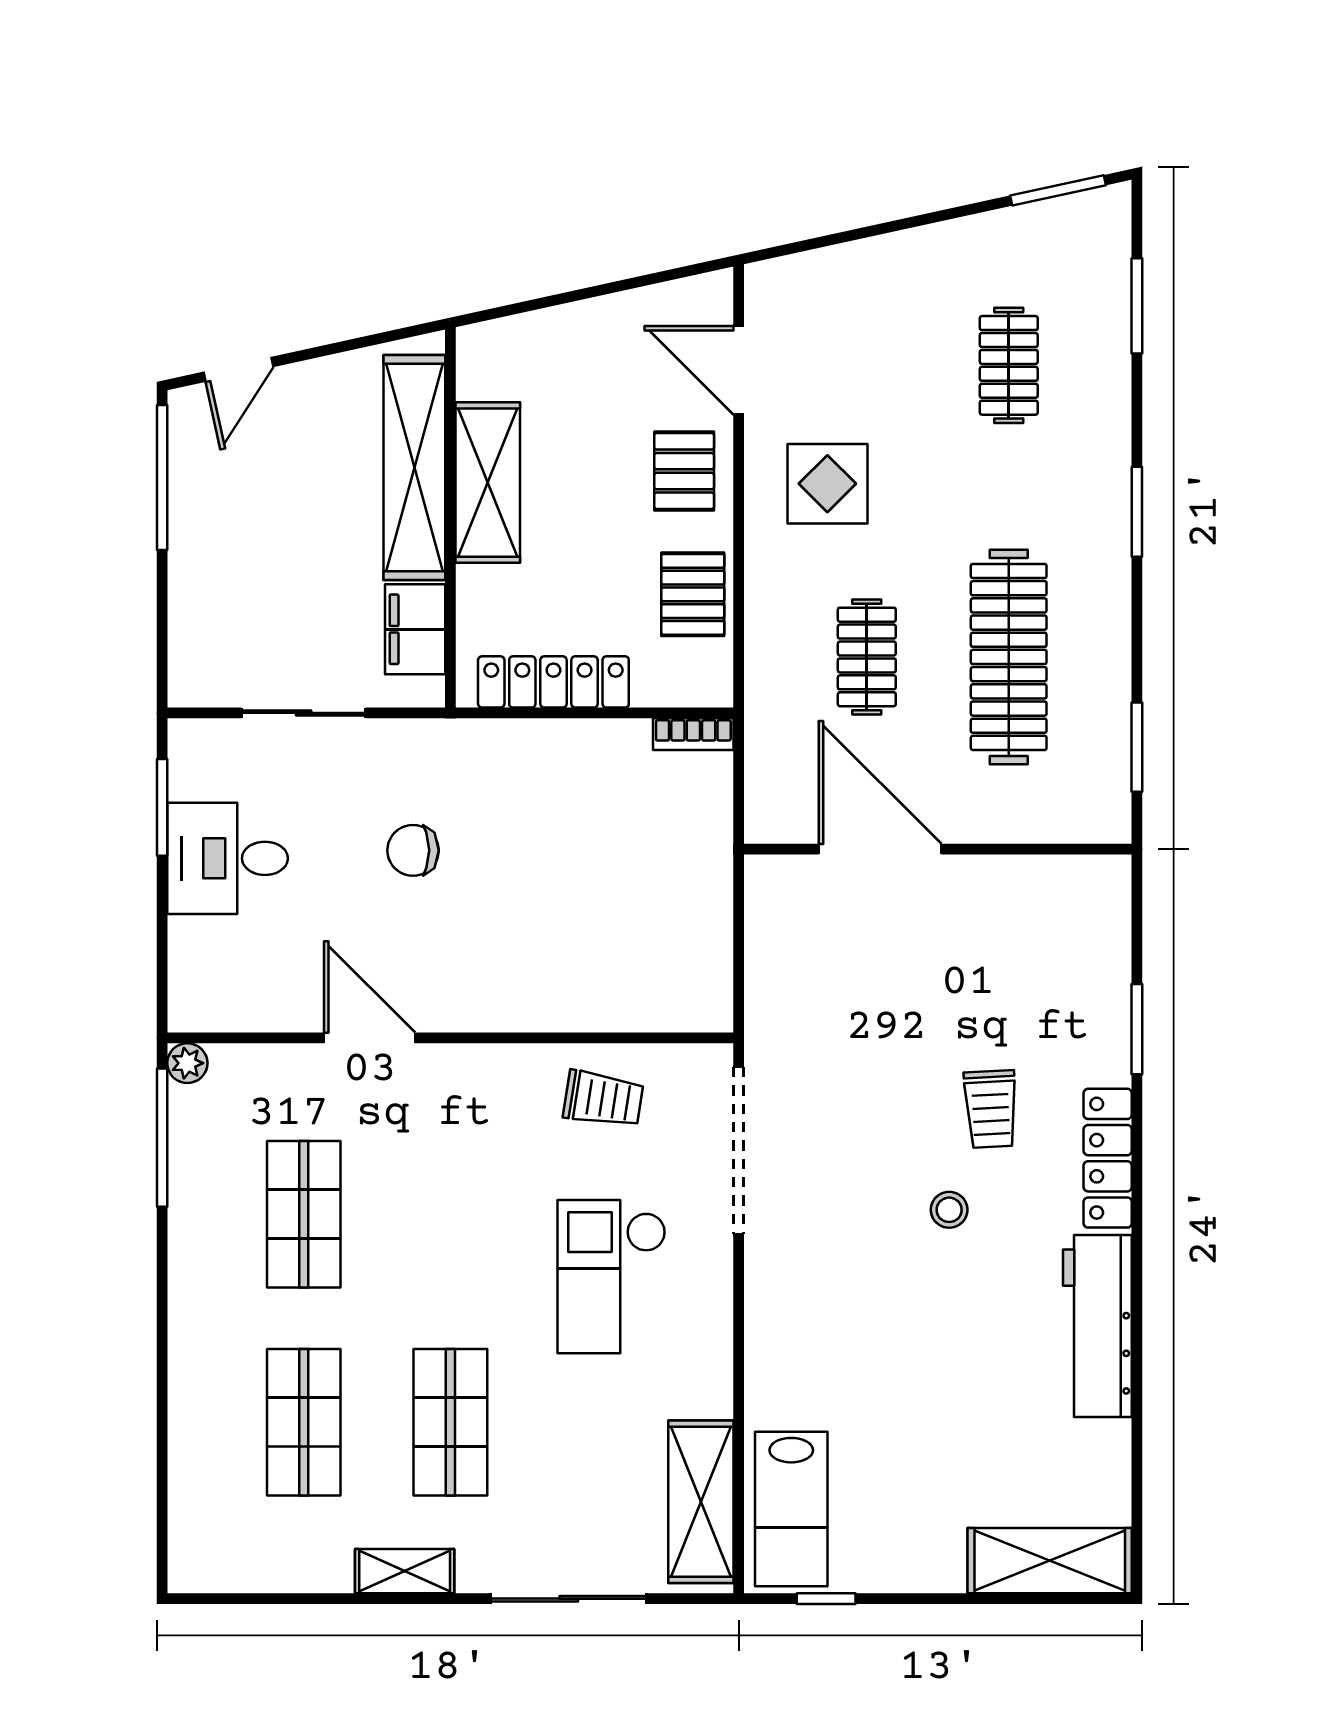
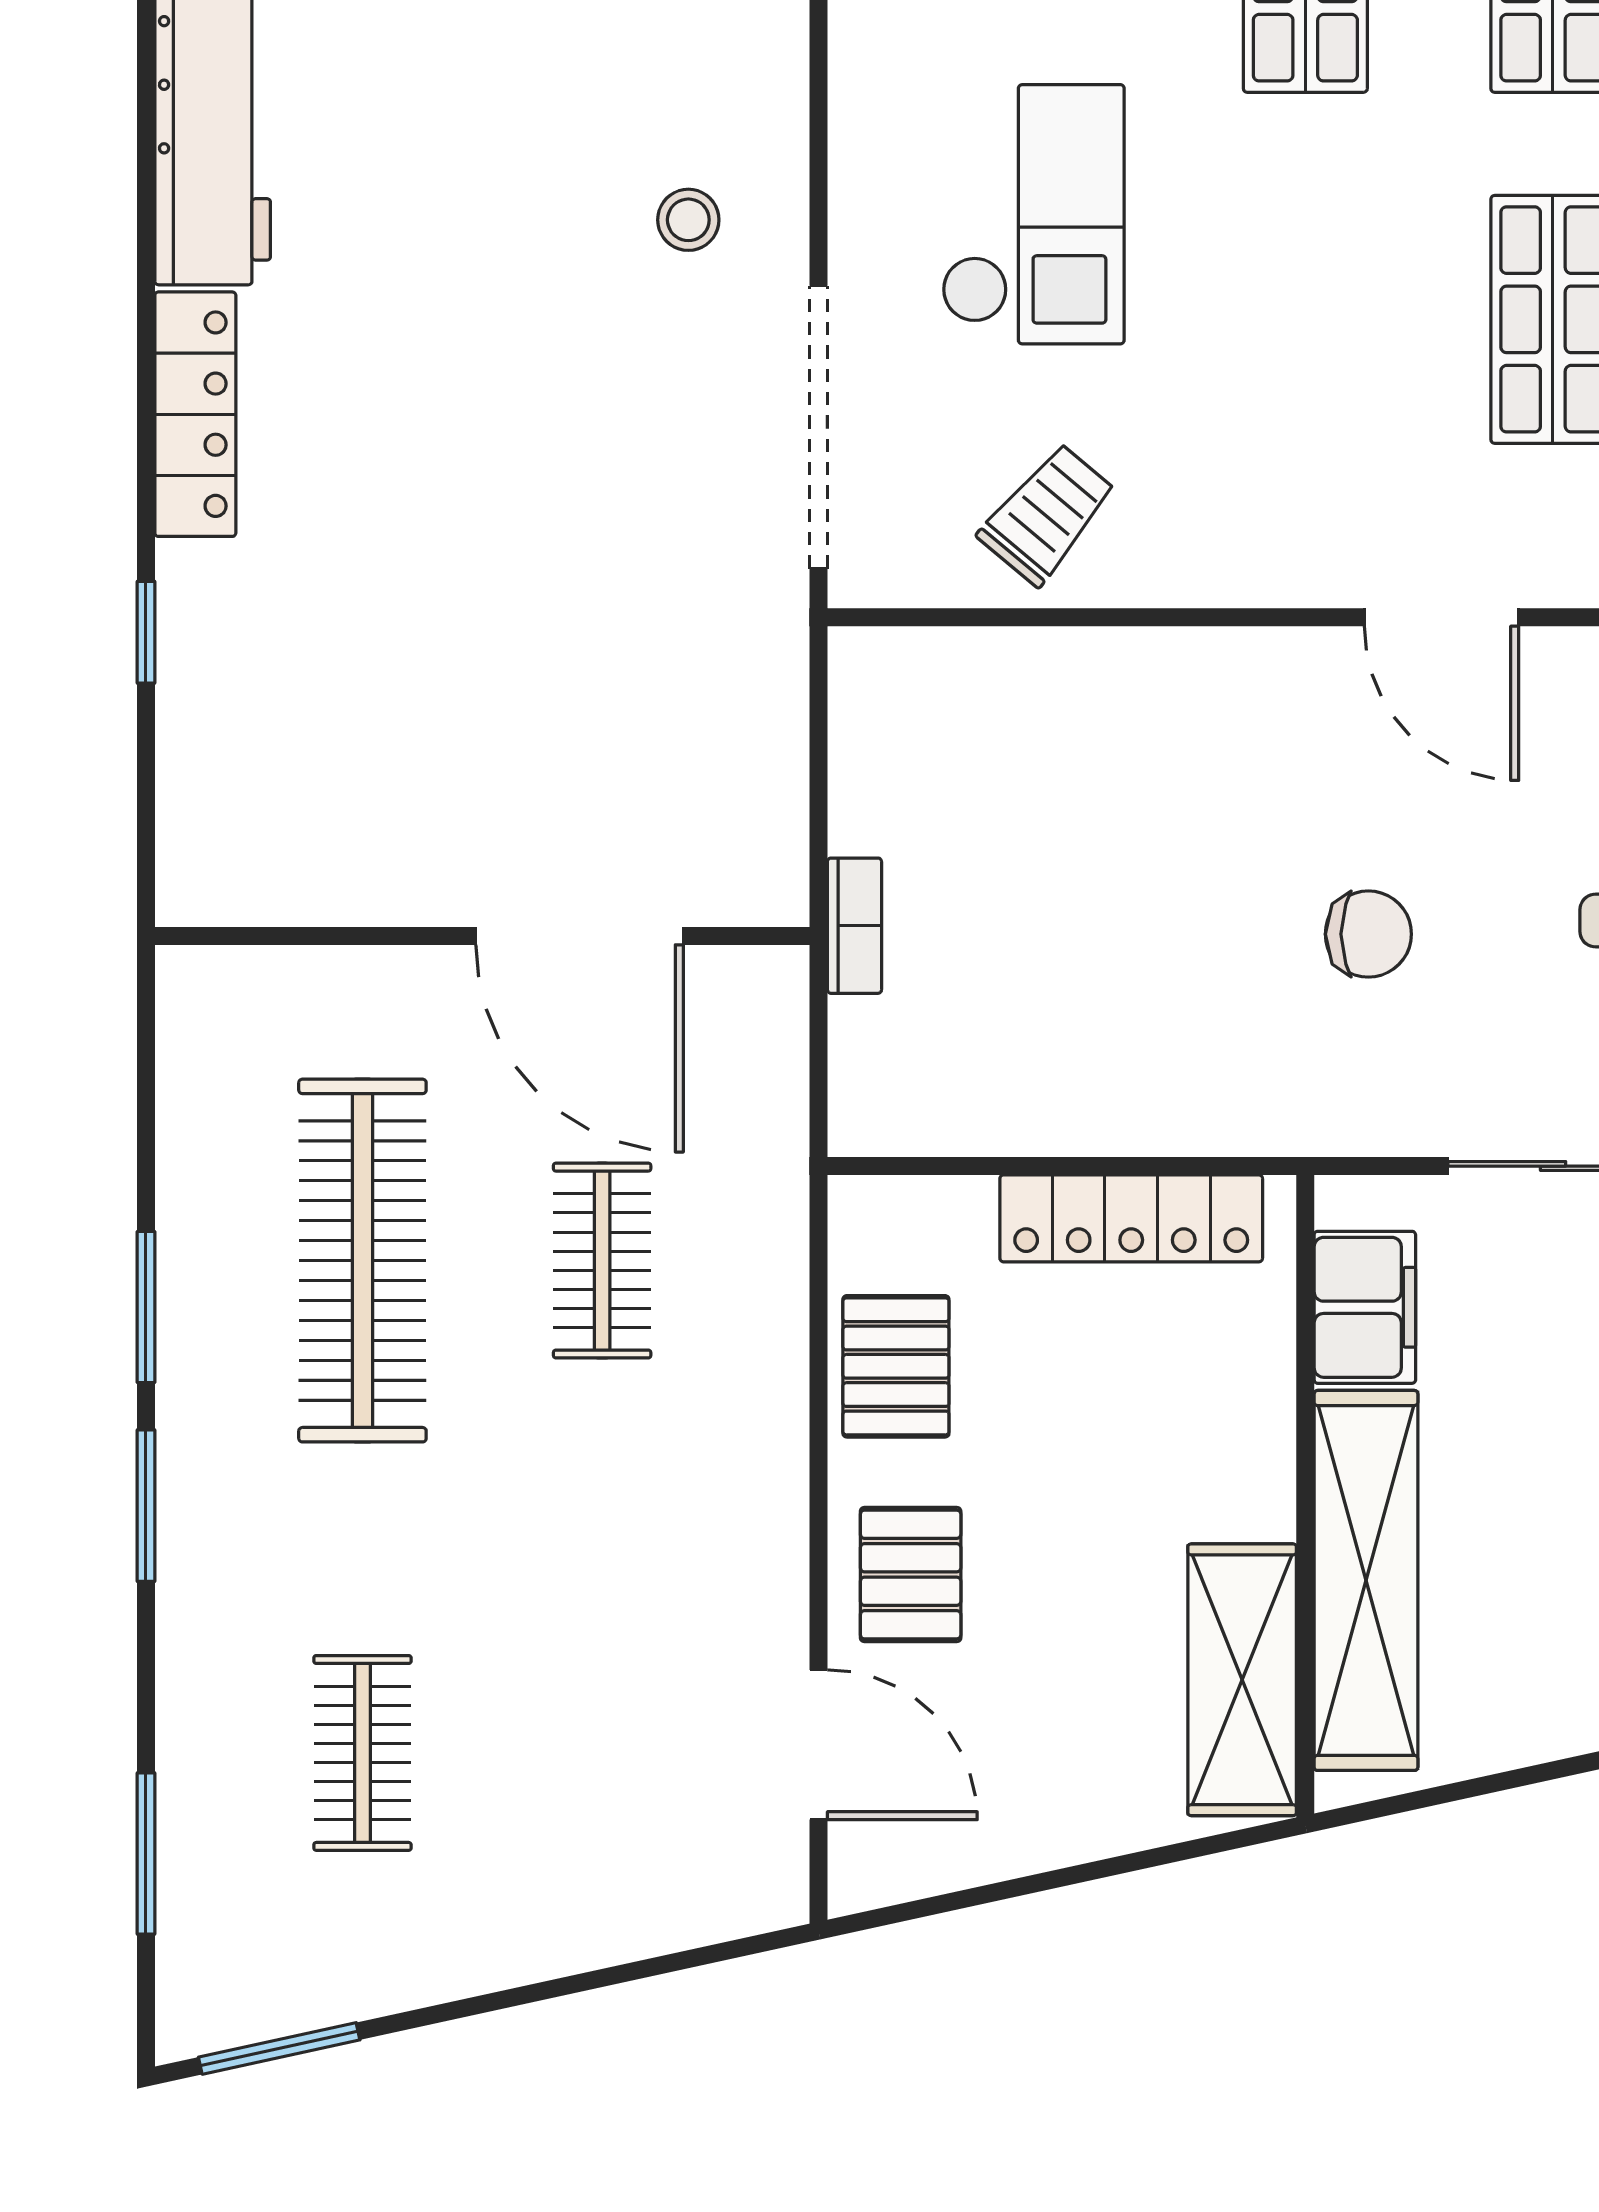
shelving: (488, 483) -> (1242, 1680), moved
display table: (827, 484) -> (669, 1553), removed
bookcase: (693, 734) -> (854, 926), moved, turned 90
window: (1137, 747) -> (146, 1307), moved
window: (1137, 1029) -> (146, 632), width x0.67
trolley: (603, 1099) -> (1047, 514), turned 121
trolley: (991, 1109) -> (393, 497), removed
stool: (949, 1210) -> (688, 220), moved

